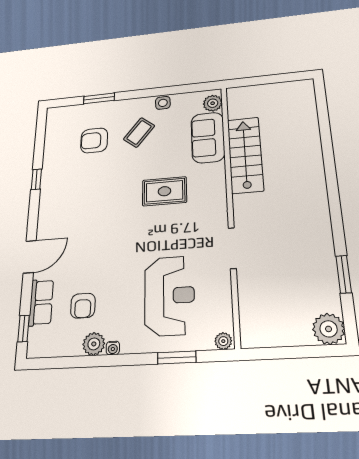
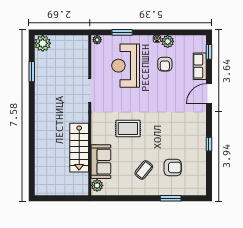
side table: (163, 103) -> (129, 190), removed
armchair: (83, 306) -> (165, 64), moved, turned 180

